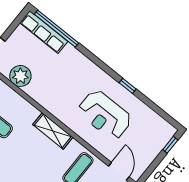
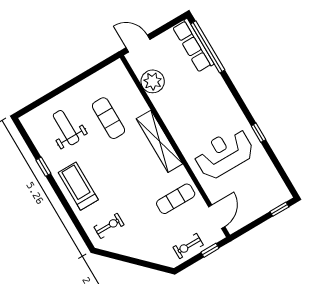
reception desk: (105, 115) -> (224, 153), turned 90
shelving: (53, 131) -> (160, 141), width x1.47

